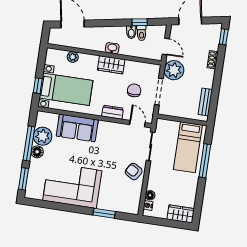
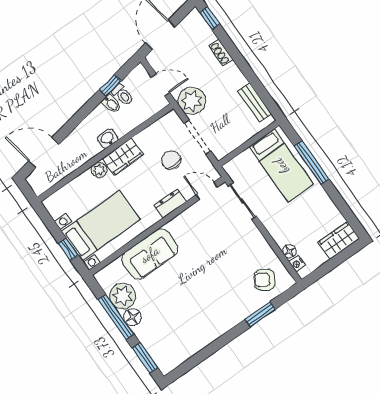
plant: (73, 57) -> (99, 170), moved
armchair: (134, 172) -> (265, 280), moved
corner sofa: (72, 186) -> (201, 317), removed

